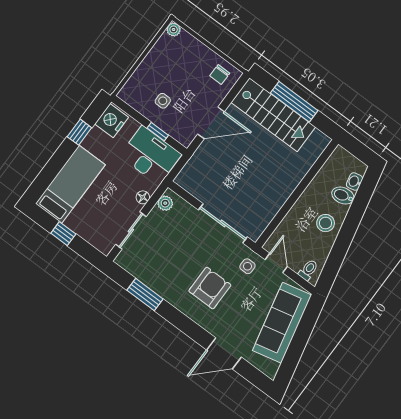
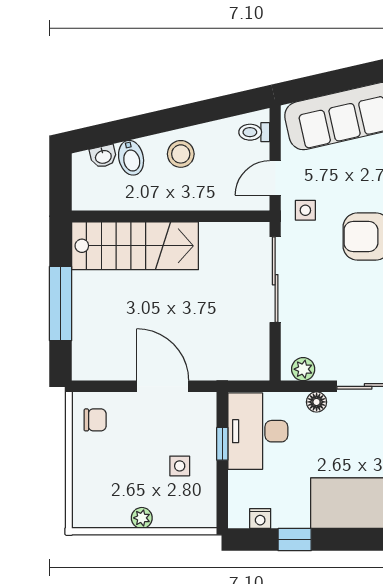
plant: (174, 29) -> (142, 518), moved
stairs: (273, 115) -> (135, 246), moved, turned 90
nightstand: (112, 121) -> (260, 519), width x0.53, depth x0.56

